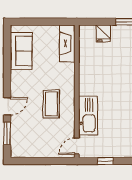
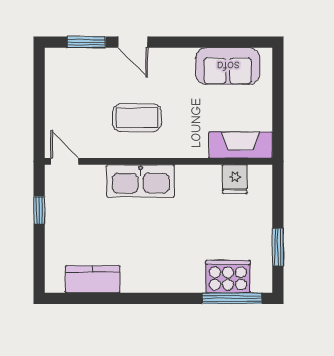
fridge: (103, 33) -> (235, 179), moved, turned -90
kitchen sink: (88, 116) -> (141, 181), moved

